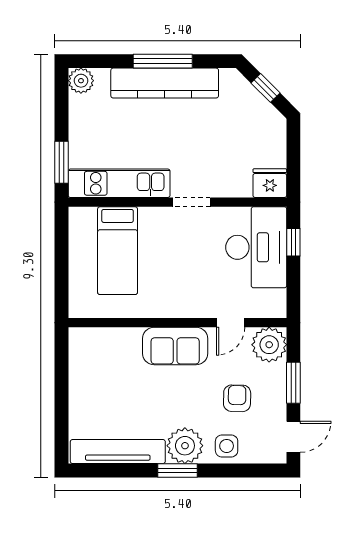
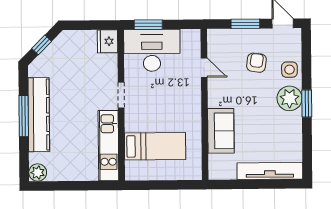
window: (61, 162) -> (94, 186), removed
window: (293, 242) -> (148, 25), width x1.50
plant: (269, 345) -> (219, 41), removed
sofa: (175, 346) -> (221, 131), moved
armchair: (237, 398) -> (256, 63), turned 97
tv unit: (118, 452) -> (270, 171), moved, turned 90

